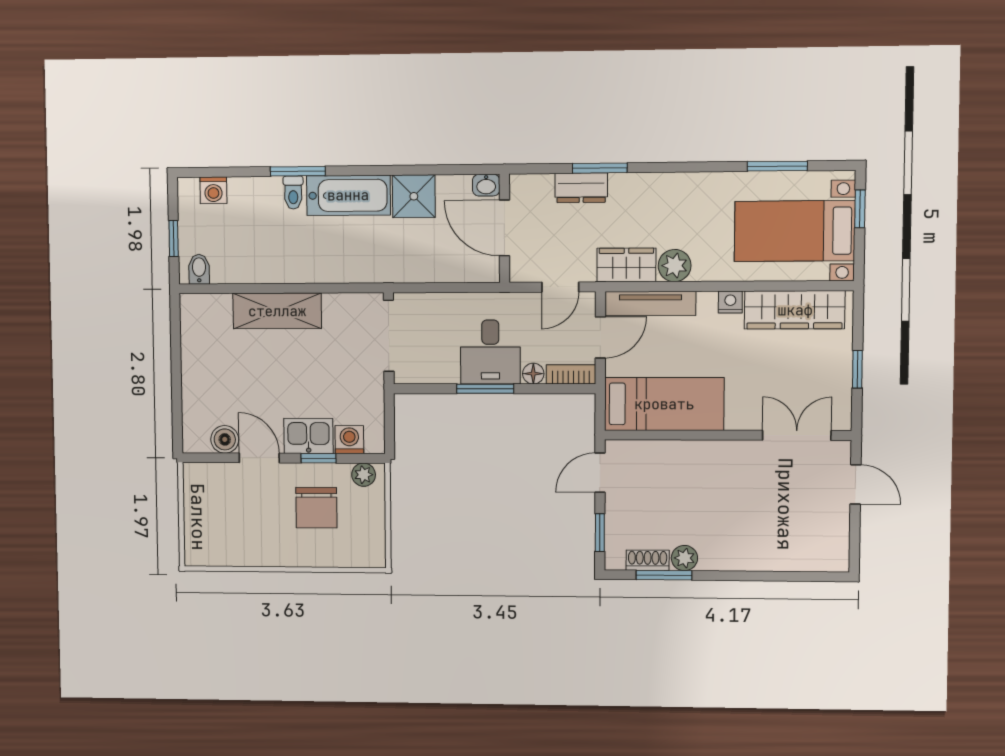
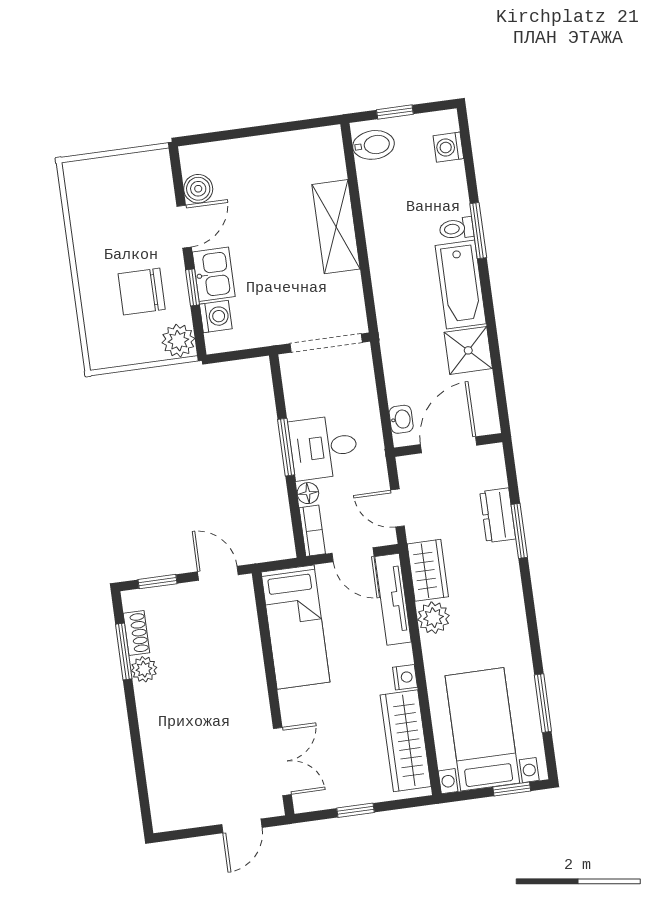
washbasin: (486, 185) -> (401, 419), moved, turned 180
bidet: (199, 269) -> (373, 145), width x1.38, depth x1.36
plant: (364, 475) -> (178, 341), width x1.38, depth x1.38

